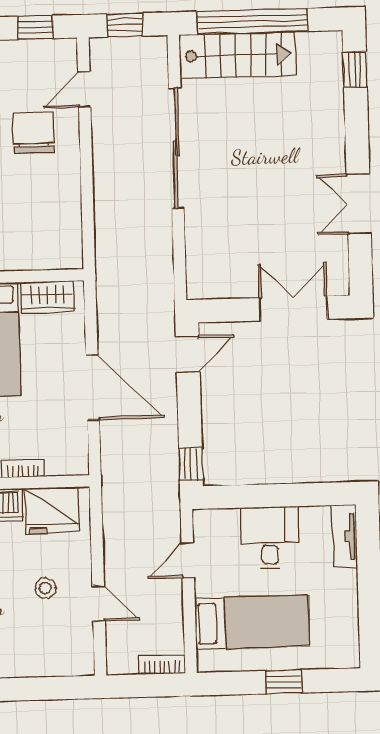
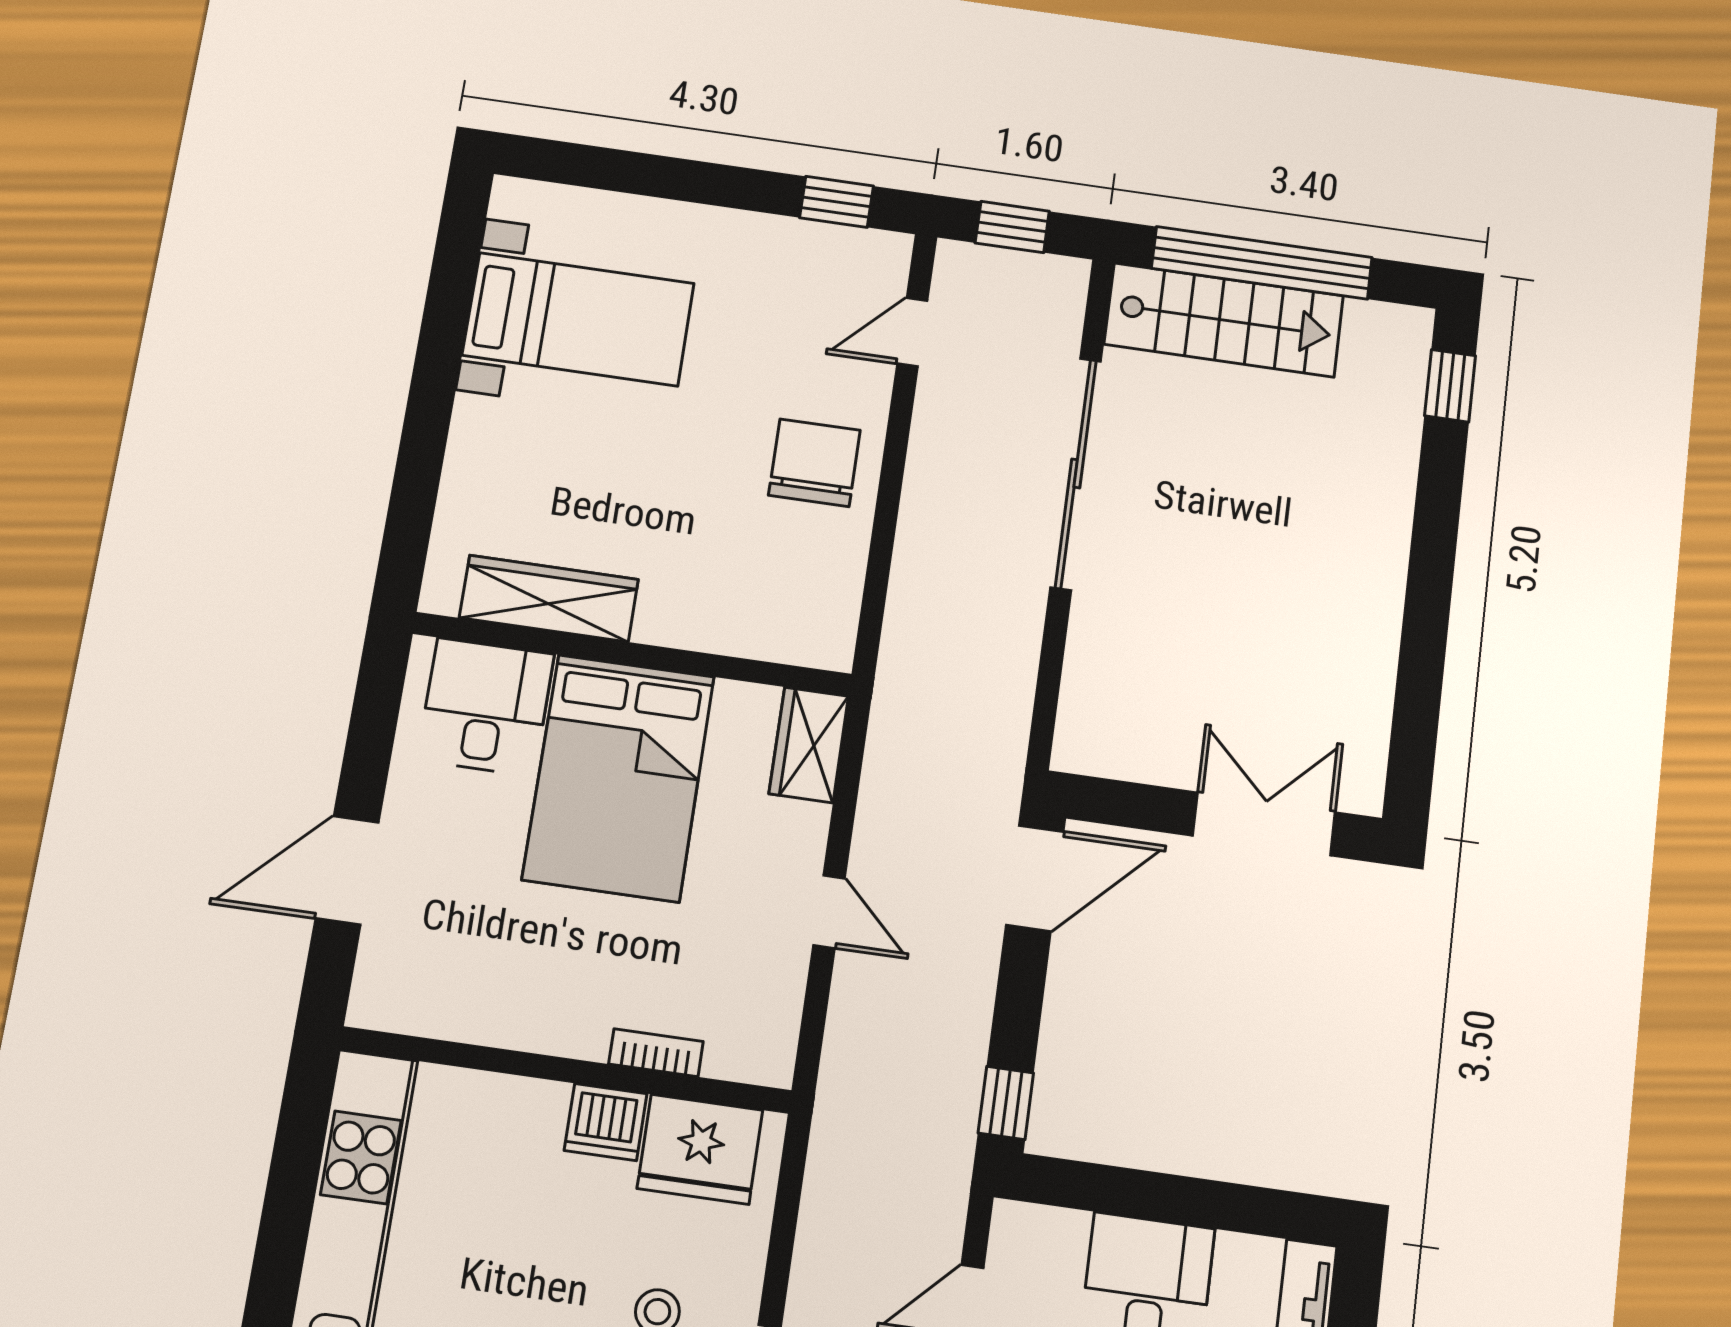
chair: (33, 133) -> (814, 463), moved
double door: (359, 204) -> (1424, 641), removed
wardrobe: (47, 297) -> (809, 745), moved, turned 90
door: (188, 354) -> (1035, 878), width x1.38
door: (93, 387) -> (829, 912), width x0.53

